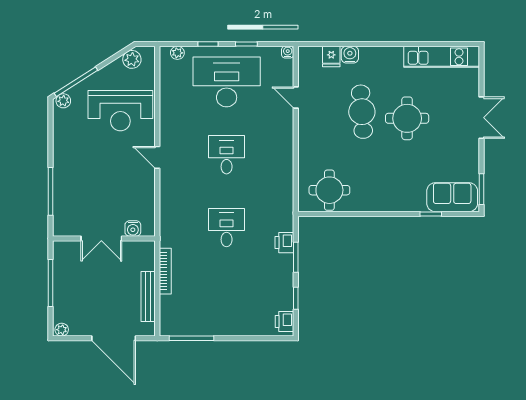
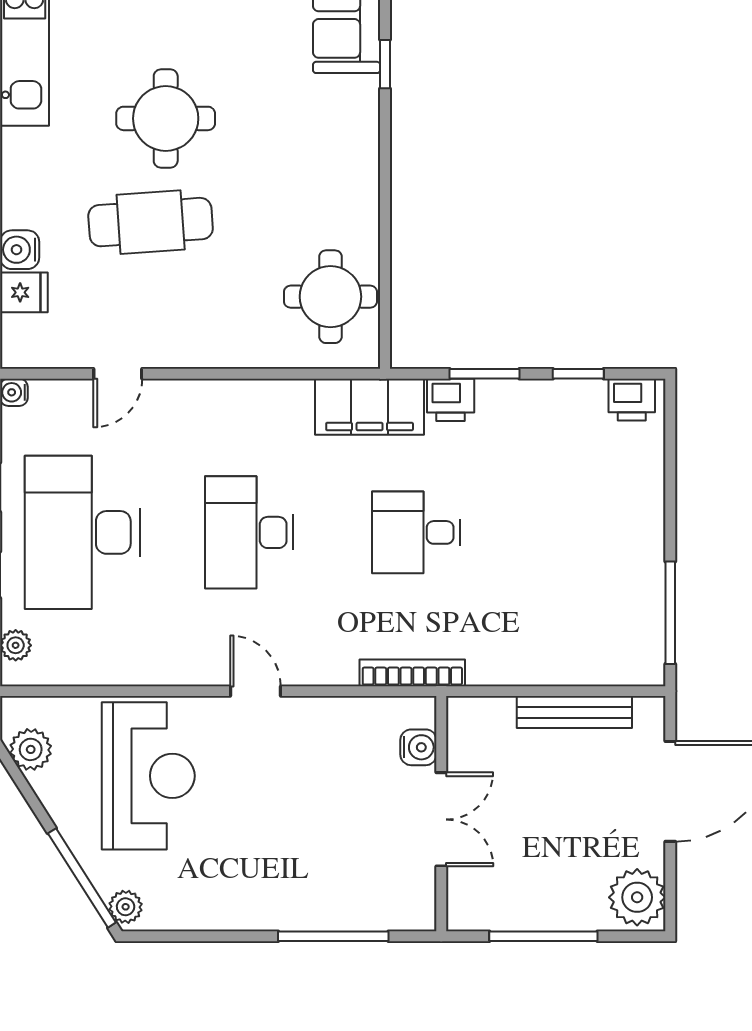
desk: (227, 155) -> (249, 532), width x1.37
door: (157, 157) -> (255, 691), swing flipped
filing cabinet: (281, 207) -> (370, 407), added
bookcase: (165, 271) -> (412, 673), moved
plant: (62, 330) -> (637, 897), width x1.88, depth x1.88

